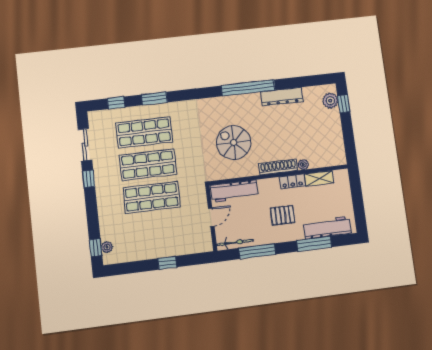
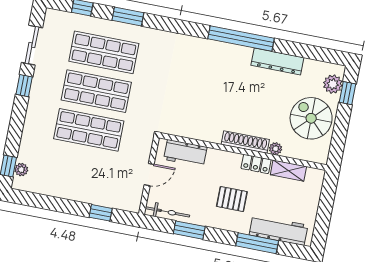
spiral stairs: (234, 143) -> (311, 118), moved
workbench: (234, 191) -> (185, 153), width x0.73
window: (257, 251) -> (189, 230), width x0.69
window: (167, 263) -> (101, 213), moved

